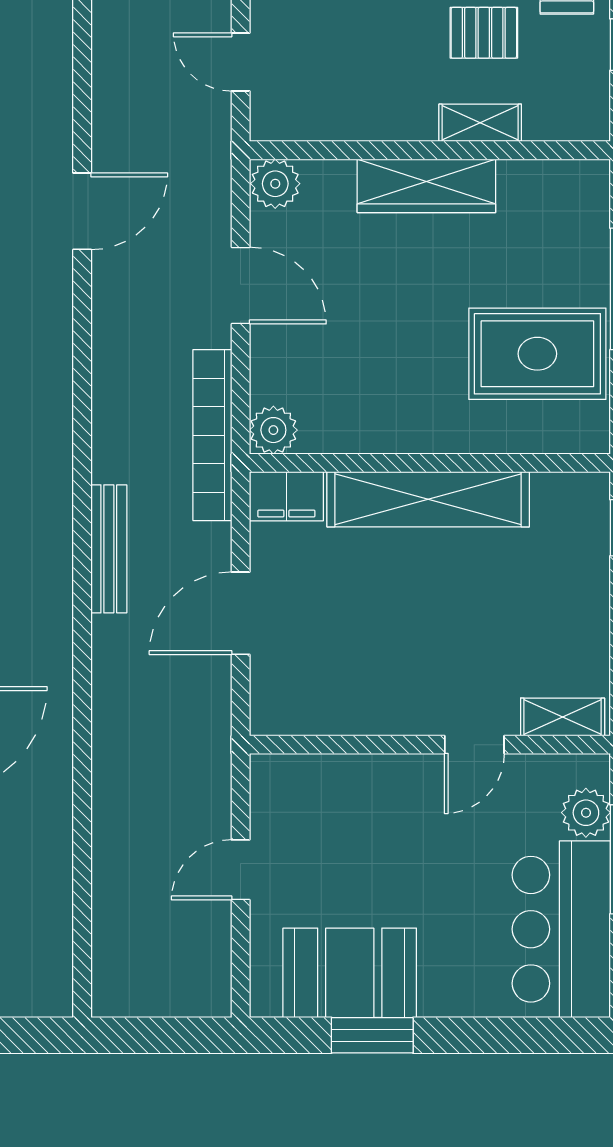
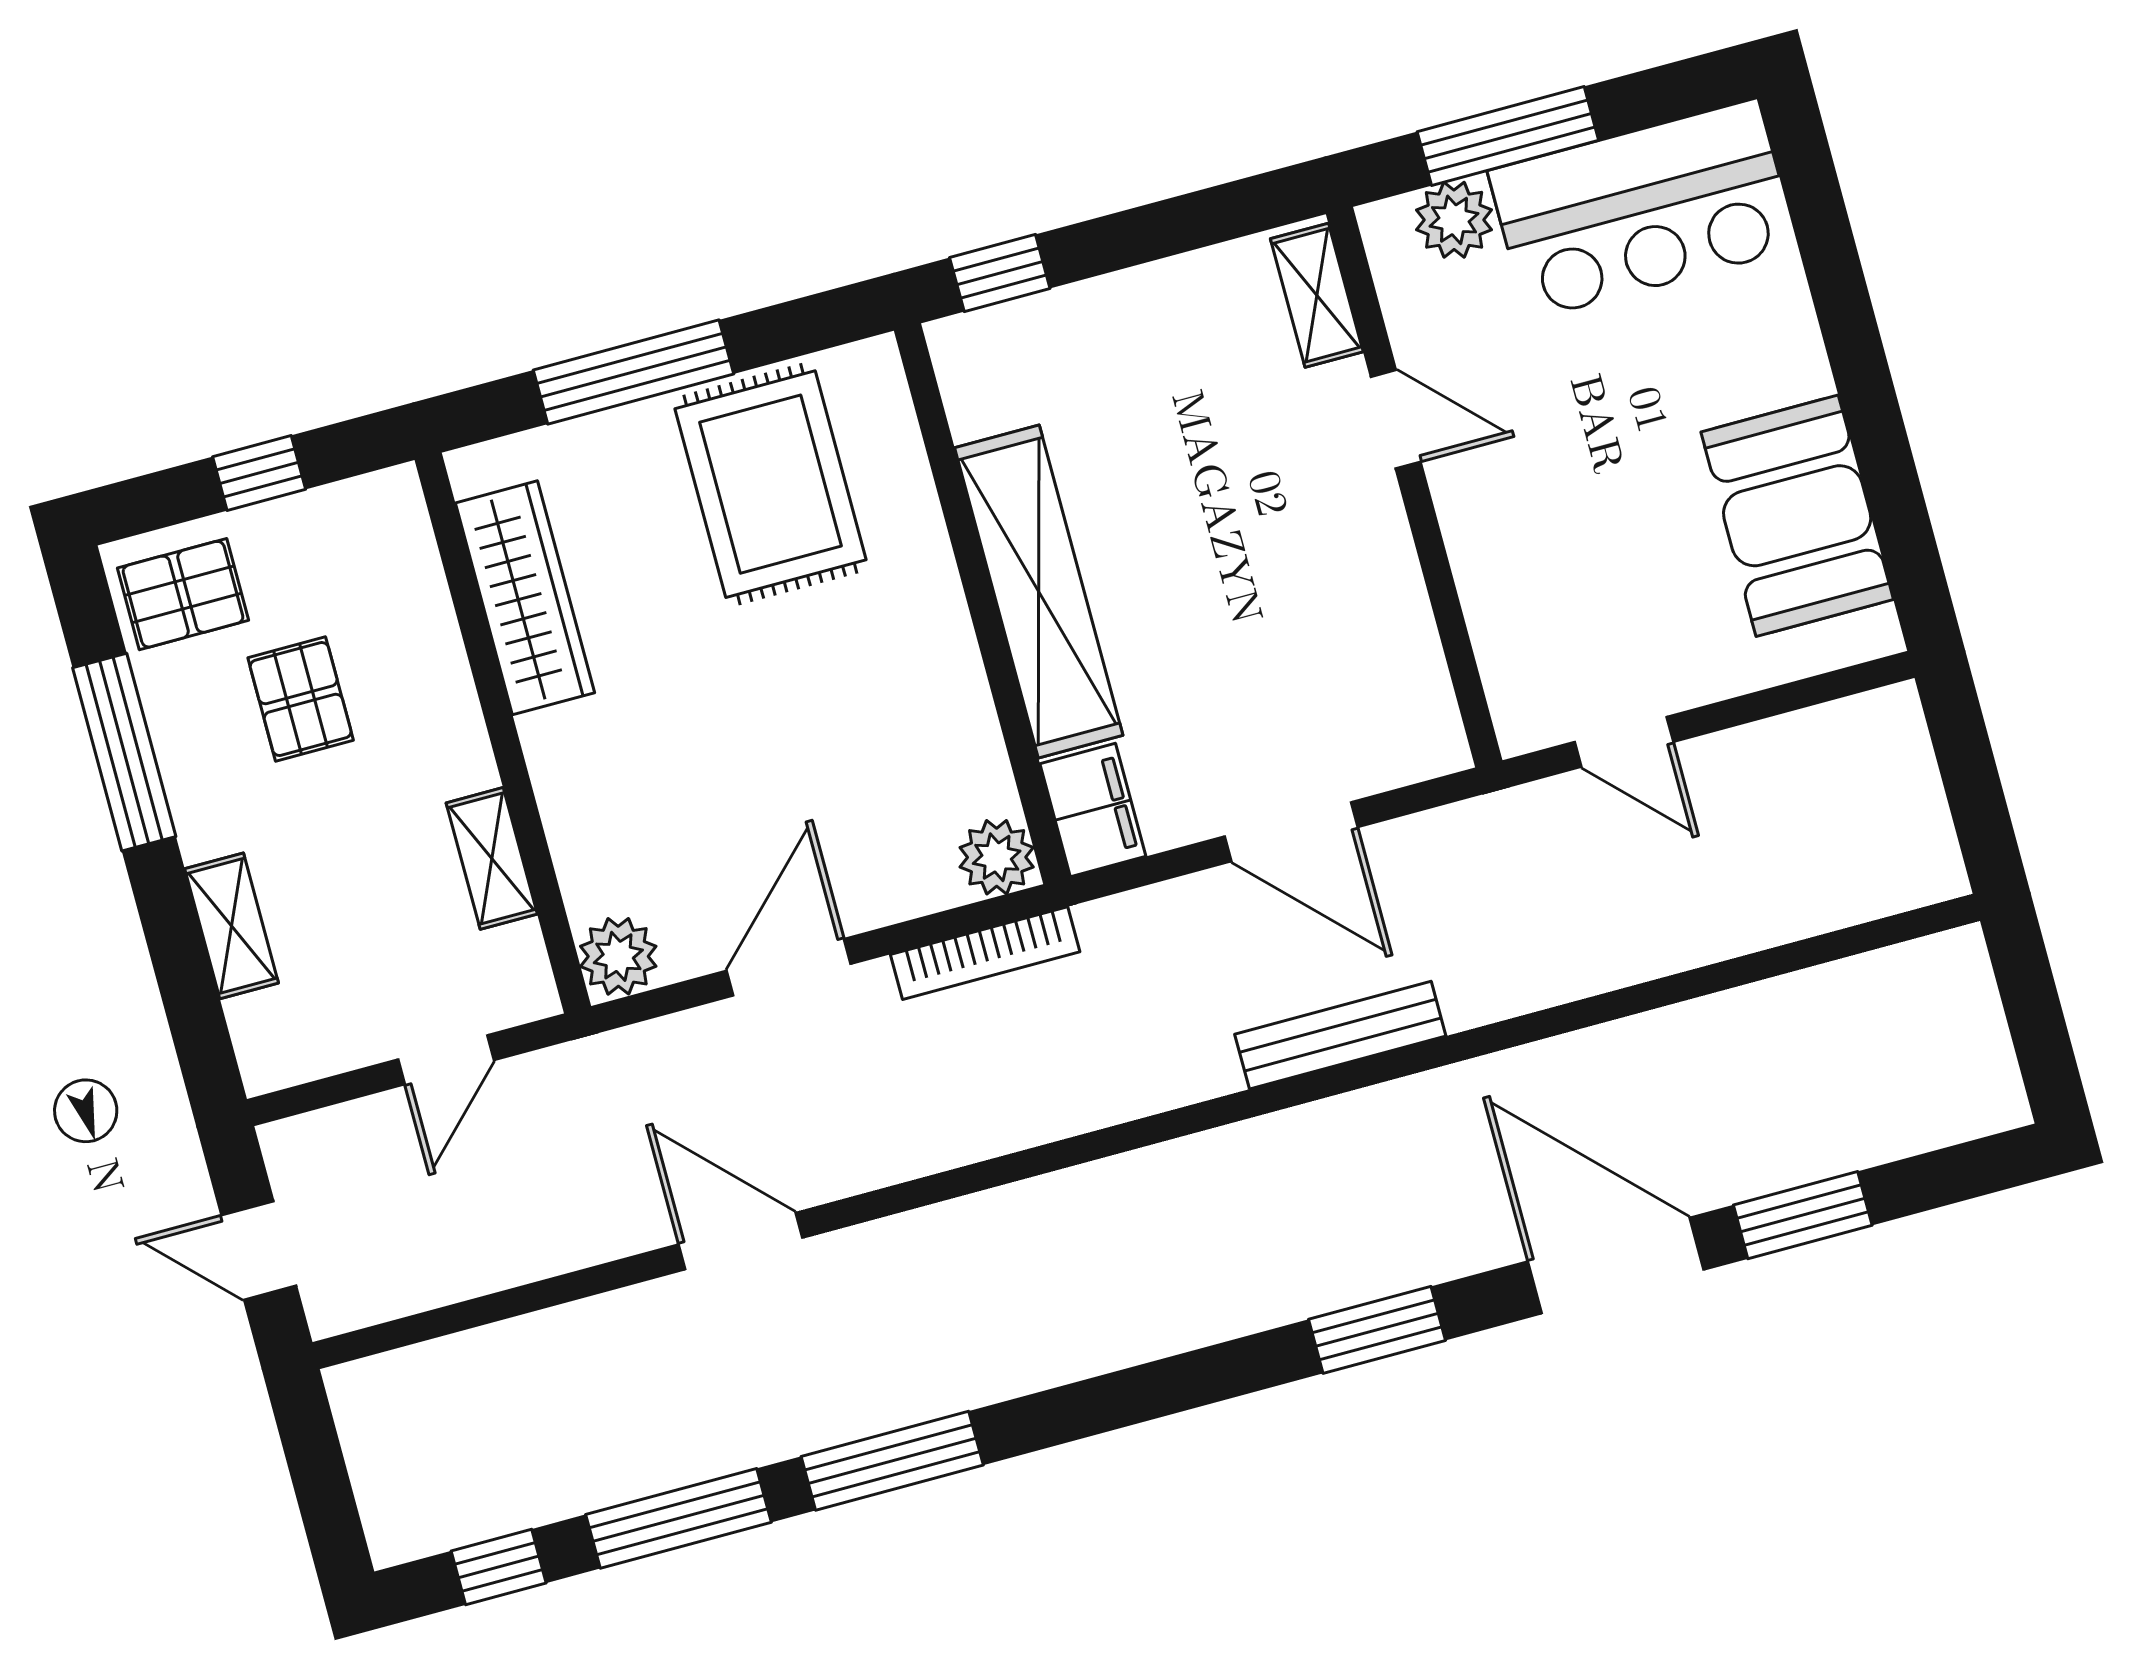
shelving: (480, 123) -> (492, 858), moved
wardrobe: (426, 186) -> (525, 598), moved
bookcase: (212, 435) -> (985, 953), width x0.68, depth x0.76
bench: (109, 549) -> (1340, 1035), moved
door: (241, 870) -> (1624, 742), moved
window: (372, 1035) -> (1884, 455), removed

